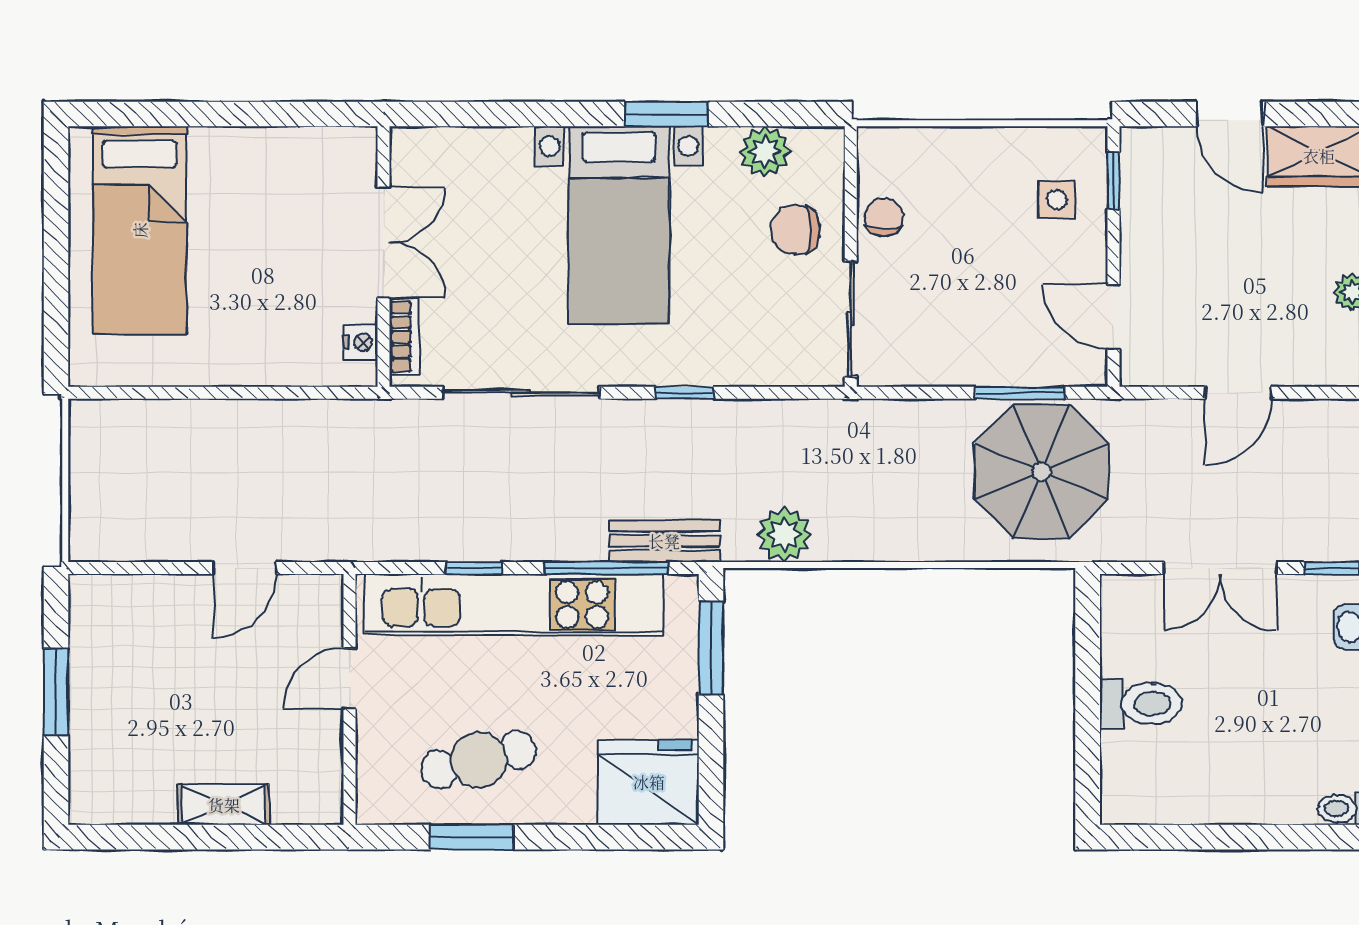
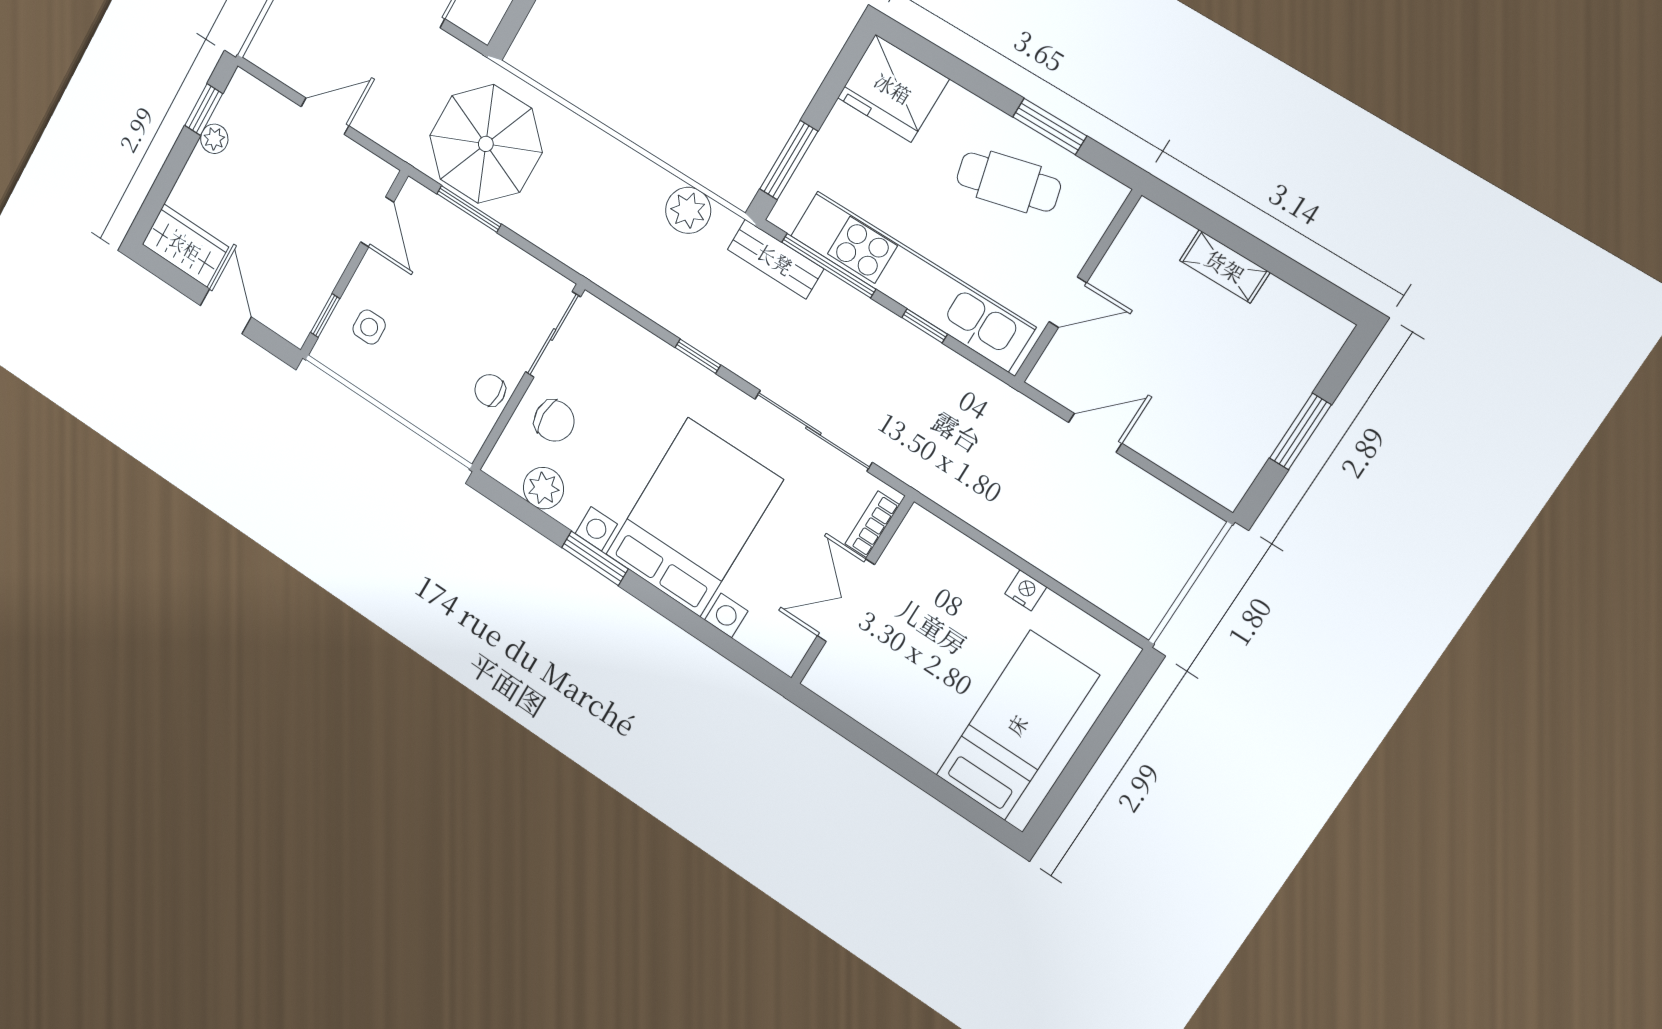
chair: (884, 217) -> (490, 390), turned 90
bed with nightstands: (619, 225) -> (694, 517), width x1.36
nightstand: (361, 342) -> (1026, 590), moved, turned 90

